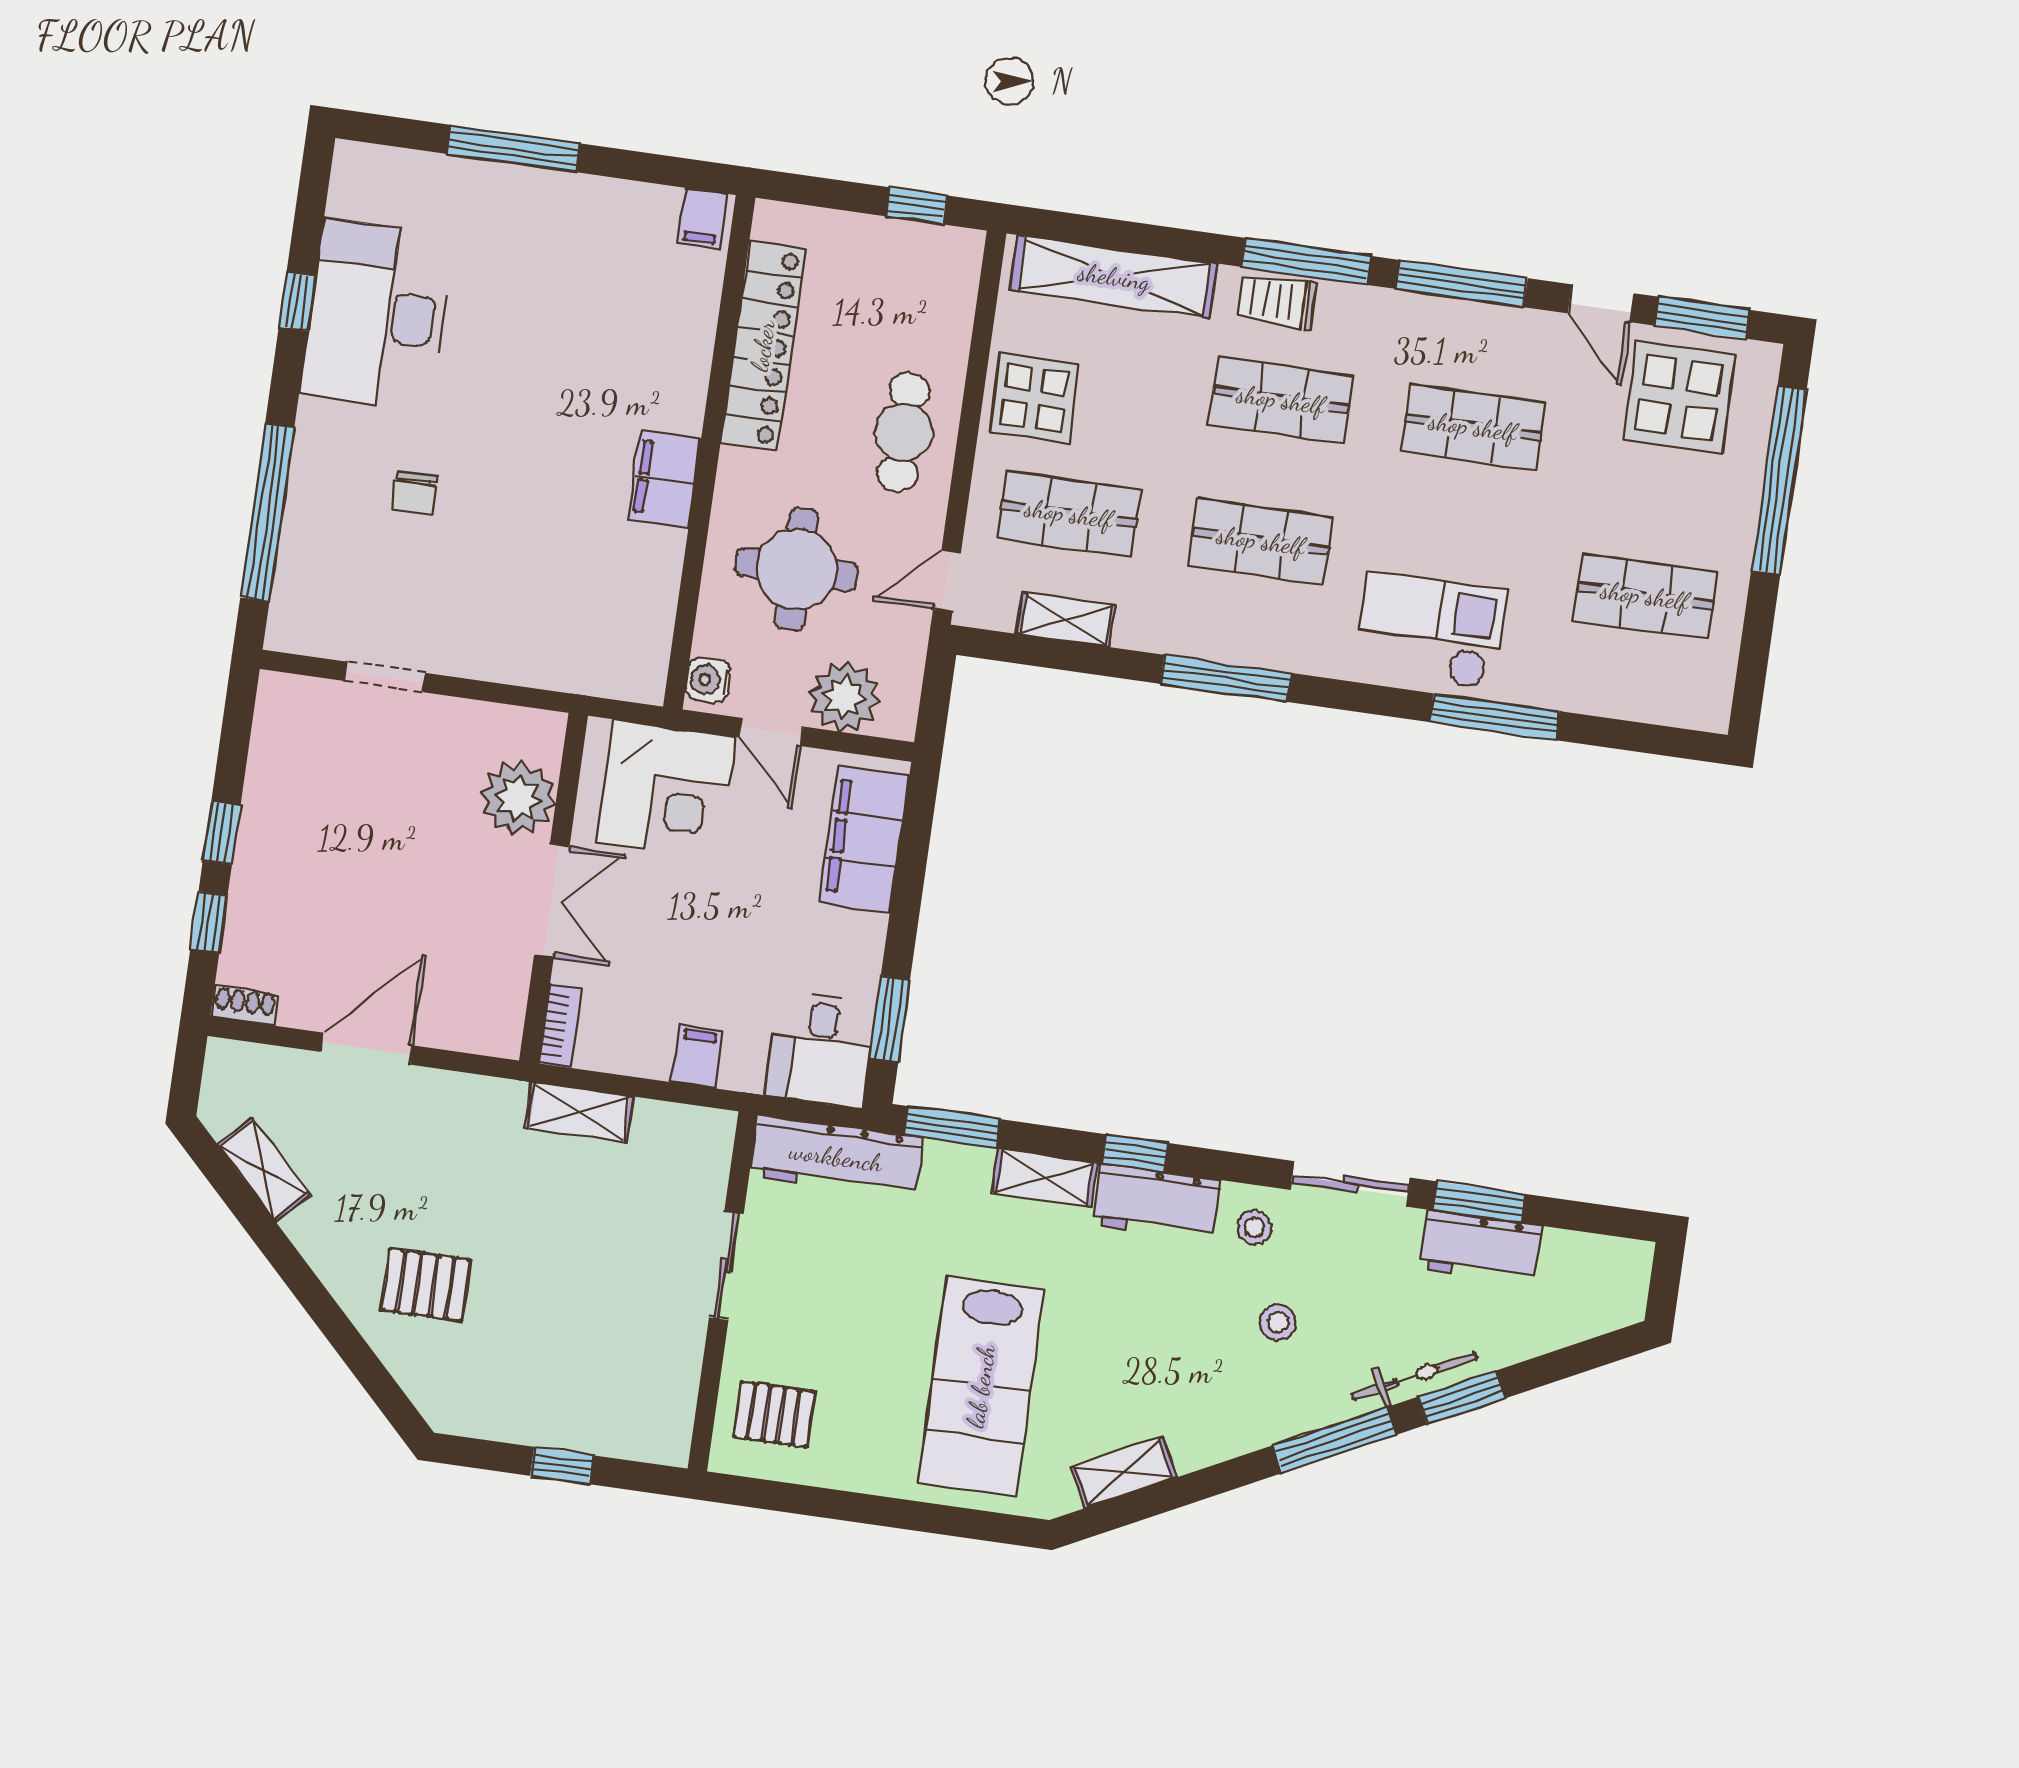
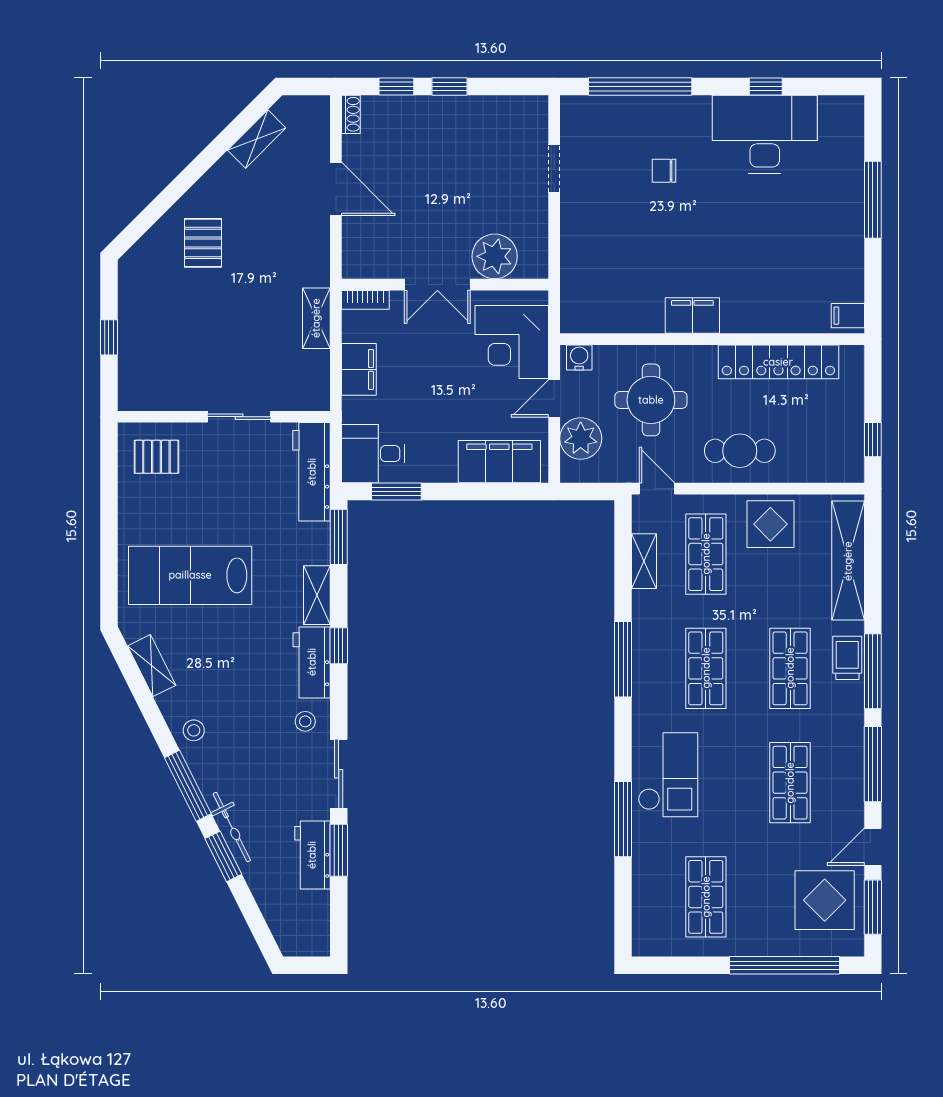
filing cabinet: (697, 1056) -> (359, 369), width x2.00
stool: (1278, 1322) -> (194, 730), moved
pallet: (774, 1414) -> (156, 457), turned 90

